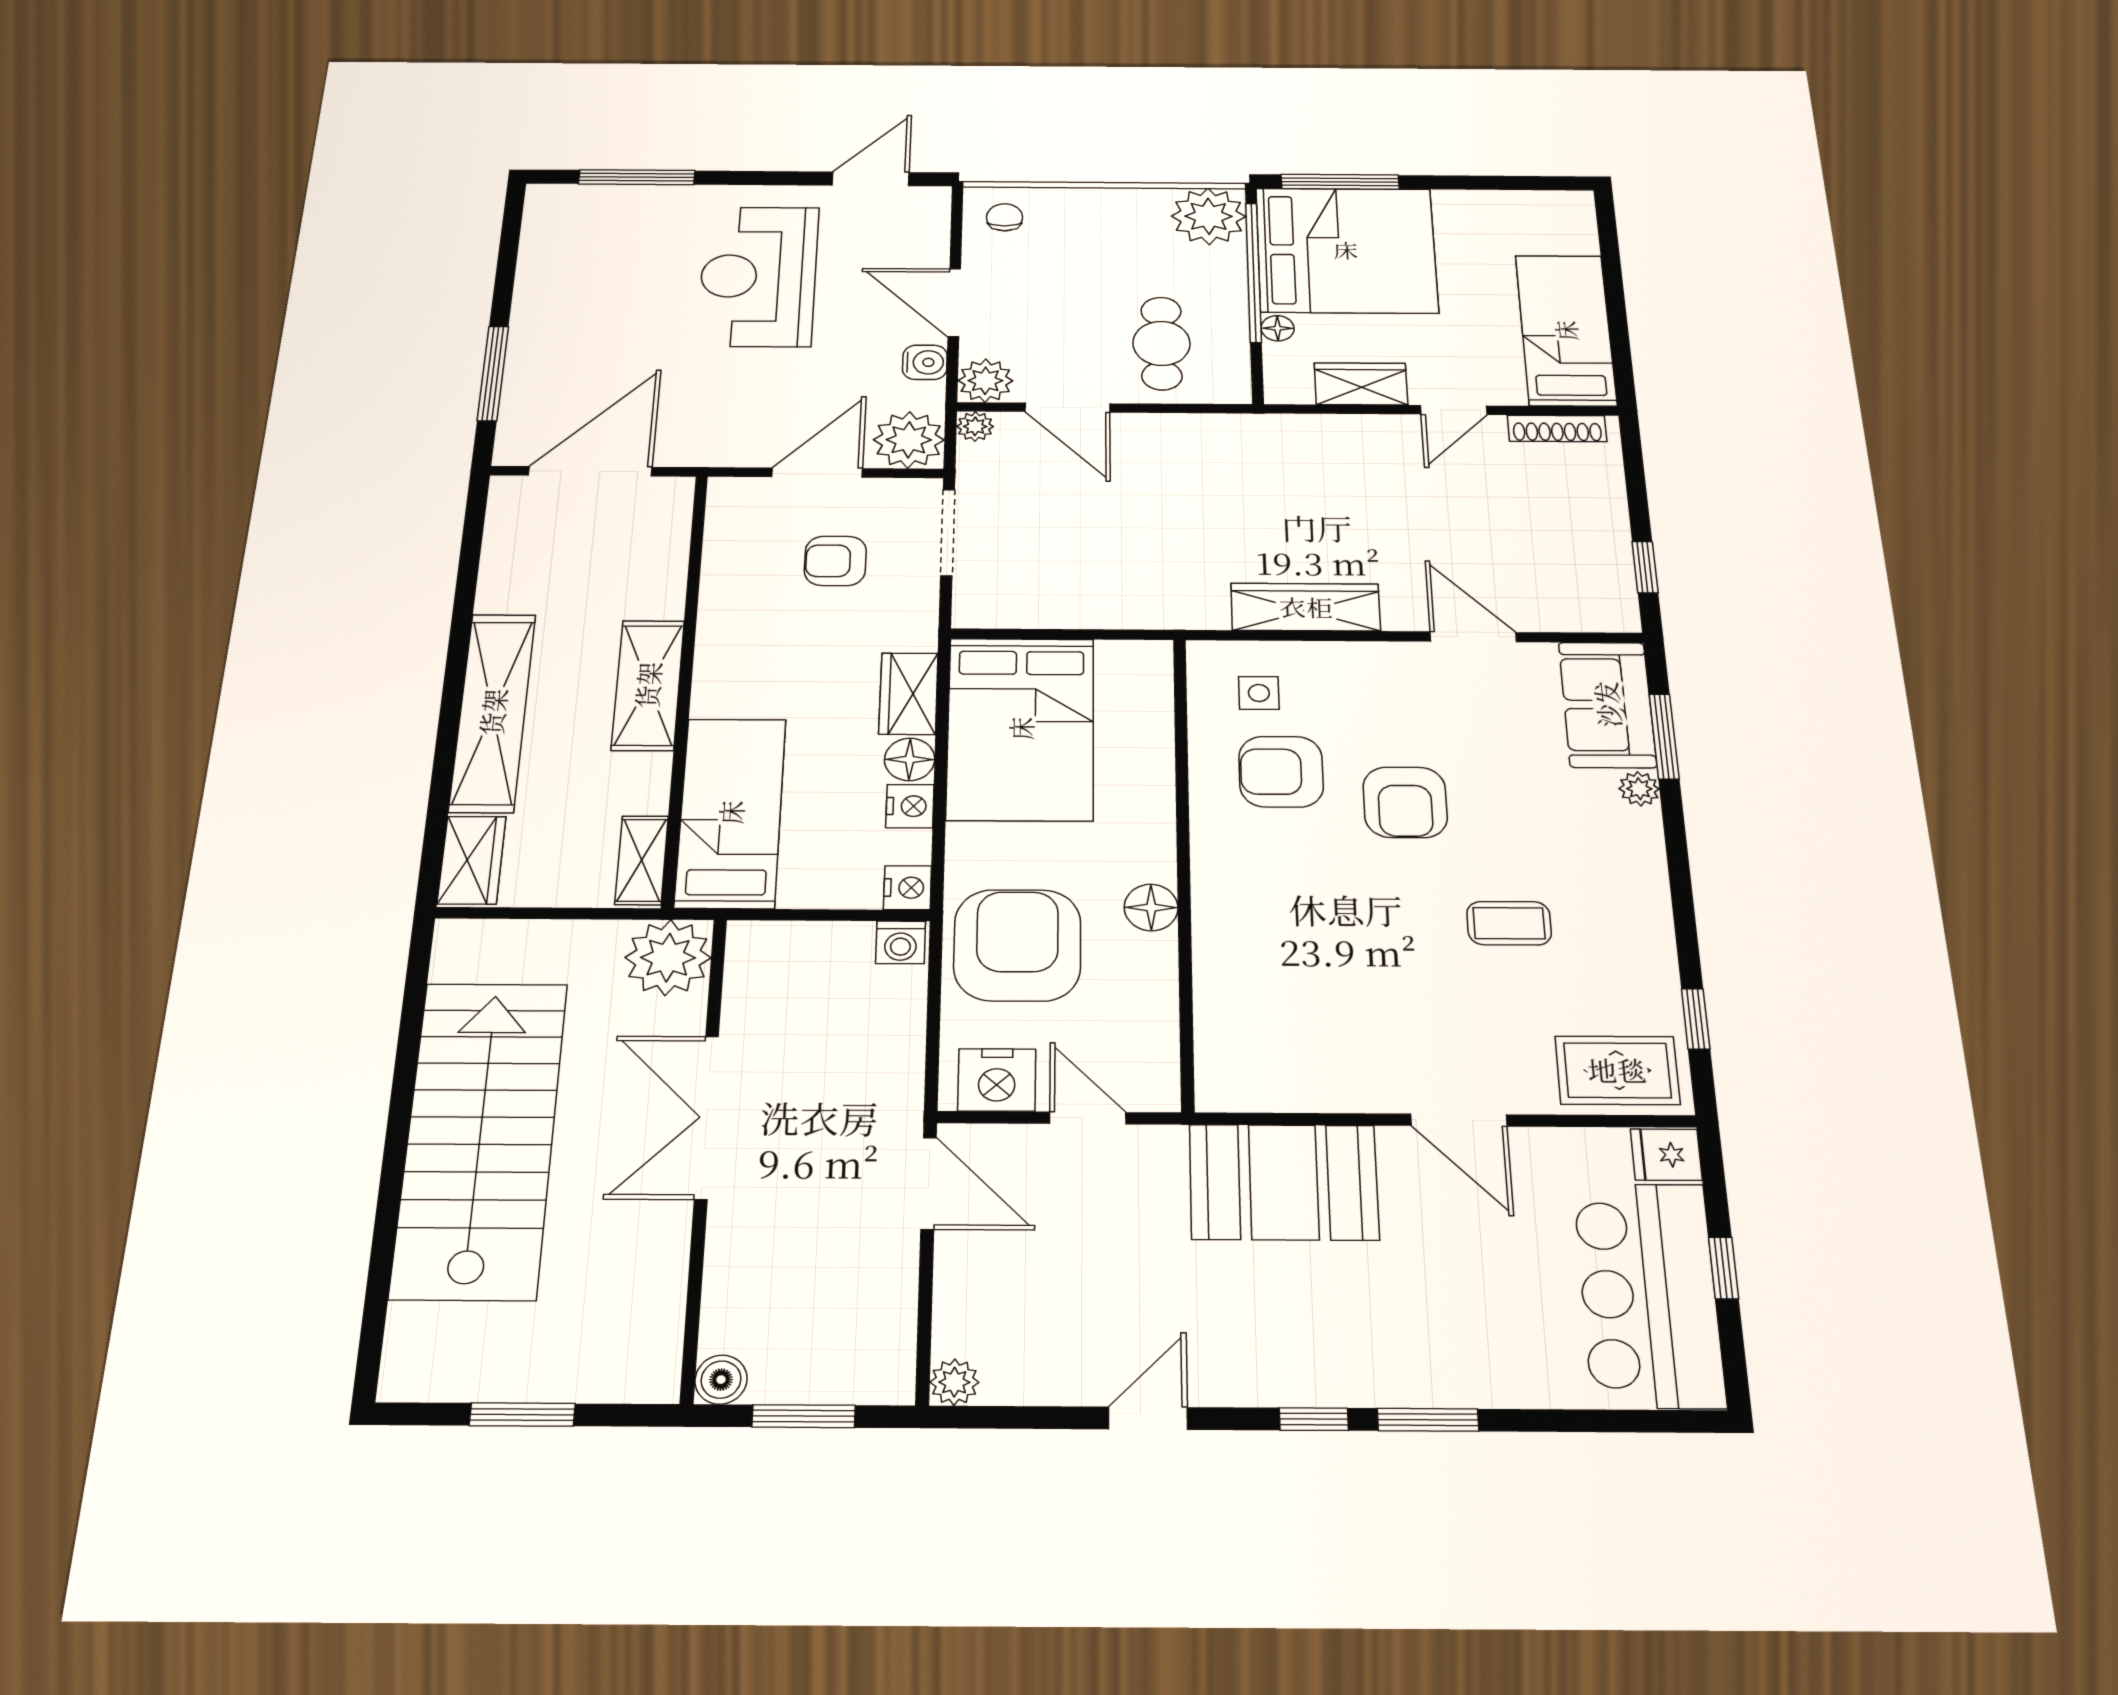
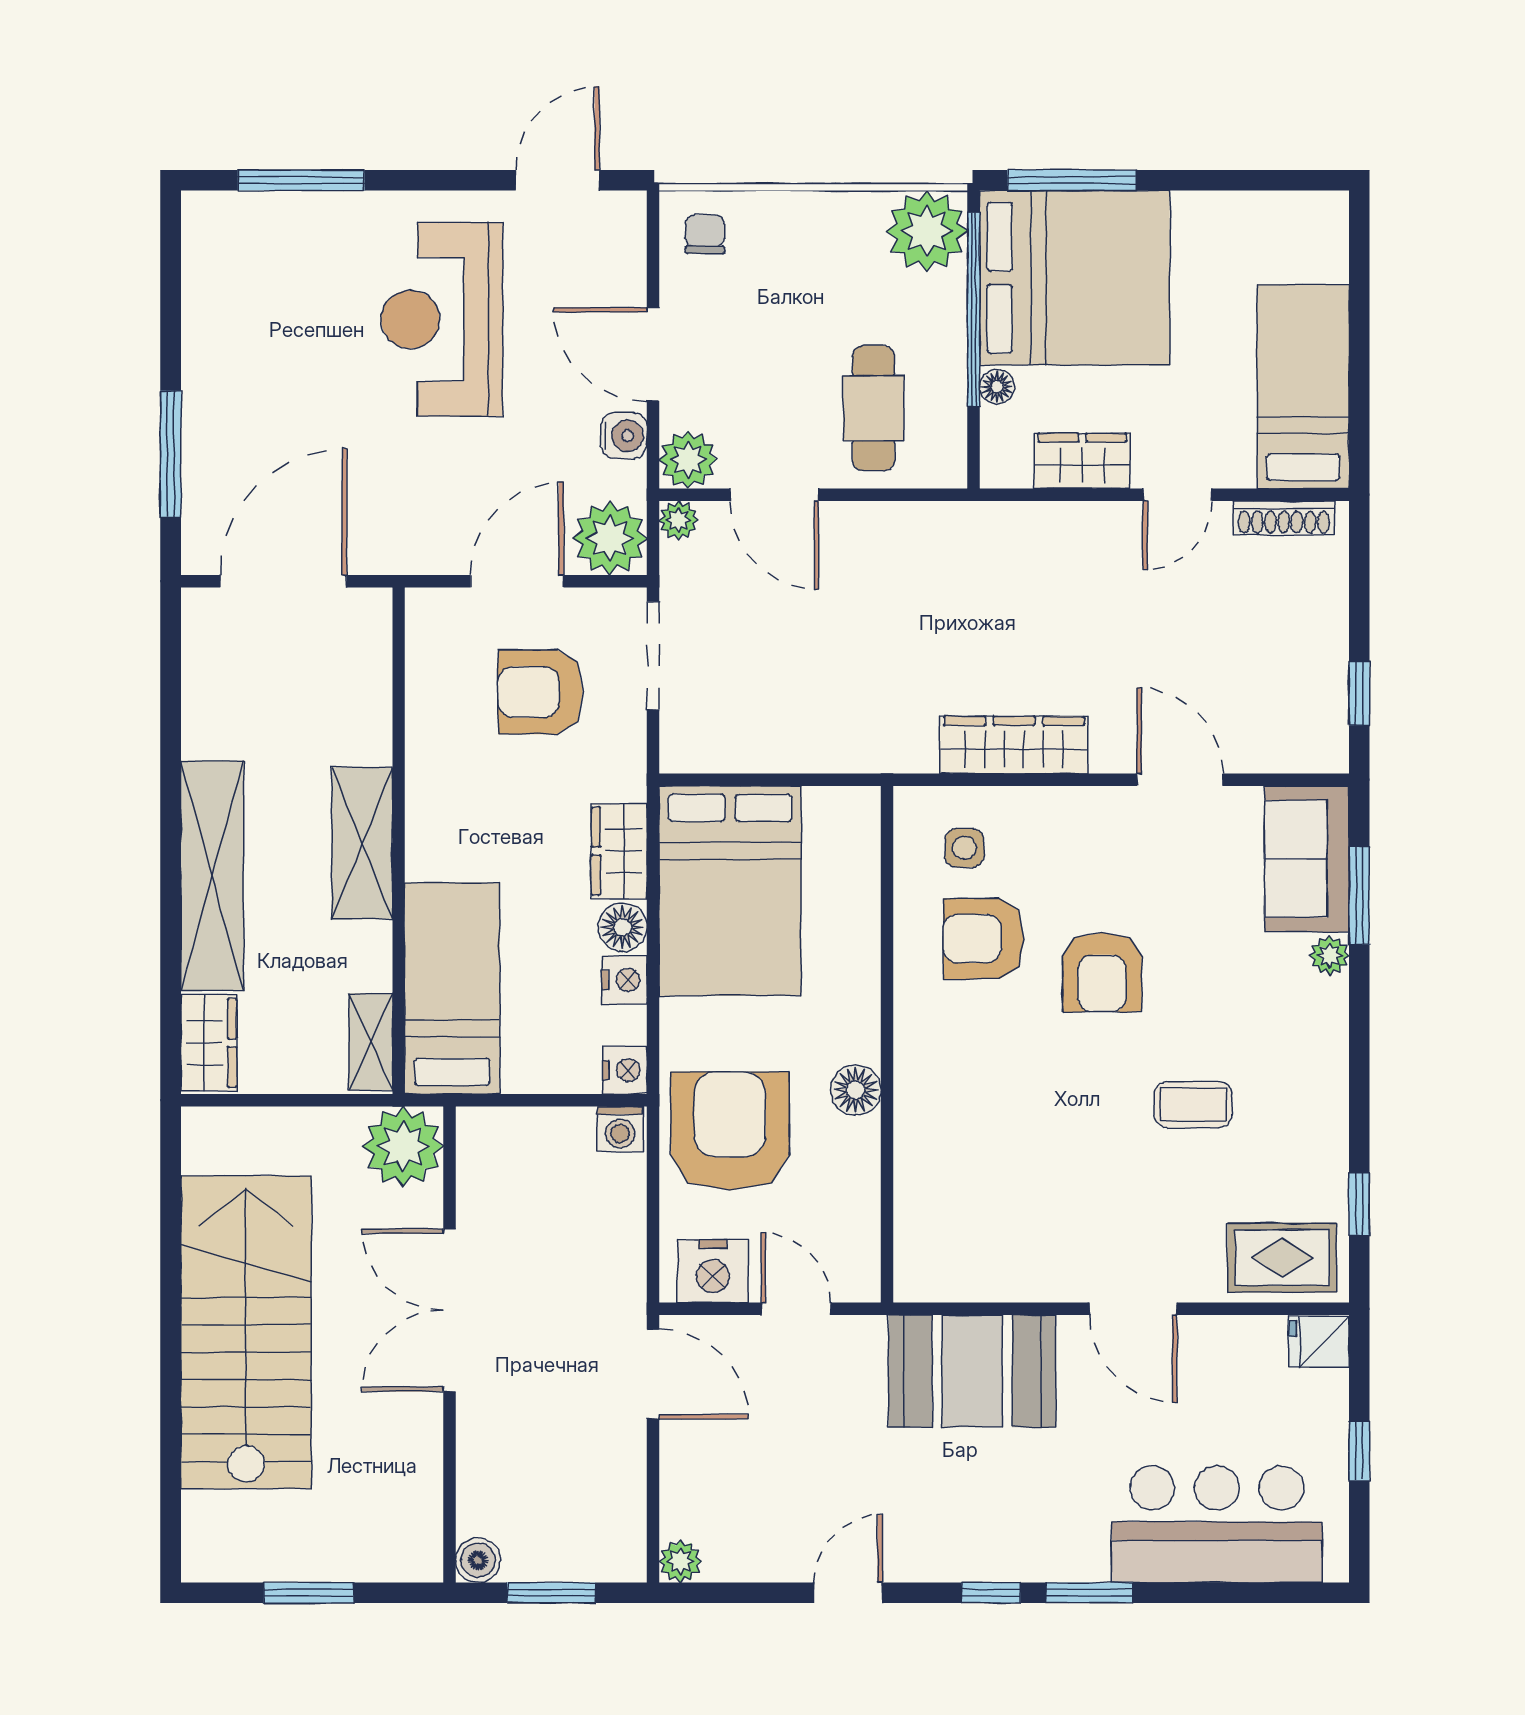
armchair: (835, 561) -> (540, 692), width x1.38, depth x1.38
bar counter: (1649, 1294) -> (1217, 1524), moved, turned 90

